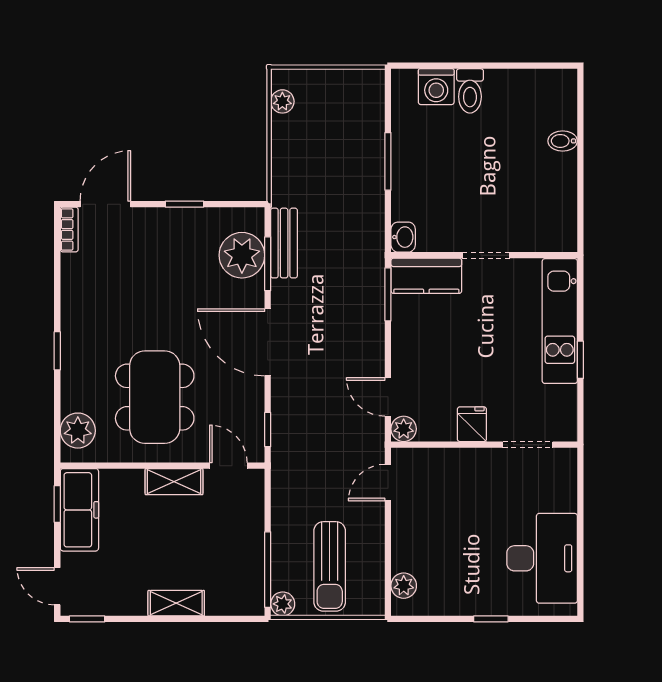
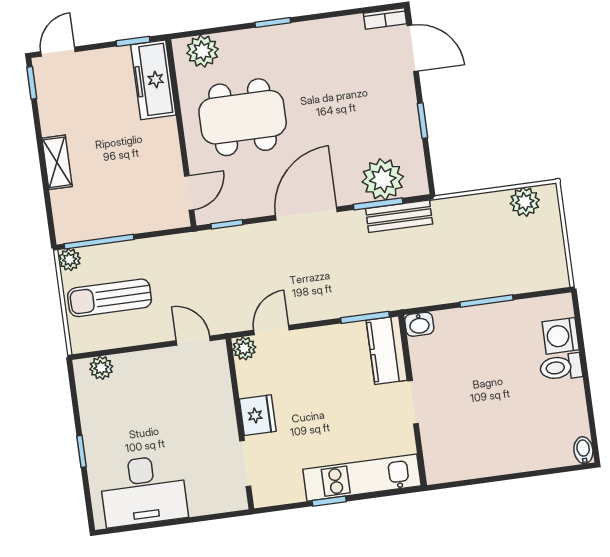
plant: (282, 101) -> (525, 202), width x1.38, depth x1.38
bidet: (563, 141) -> (583, 450), moved
fridge: (472, 424) -> (258, 415), width x1.38
shelving: (174, 482) -> (168, 145), removed
freezer: (79, 510) -> (153, 80), moved, turned 90

